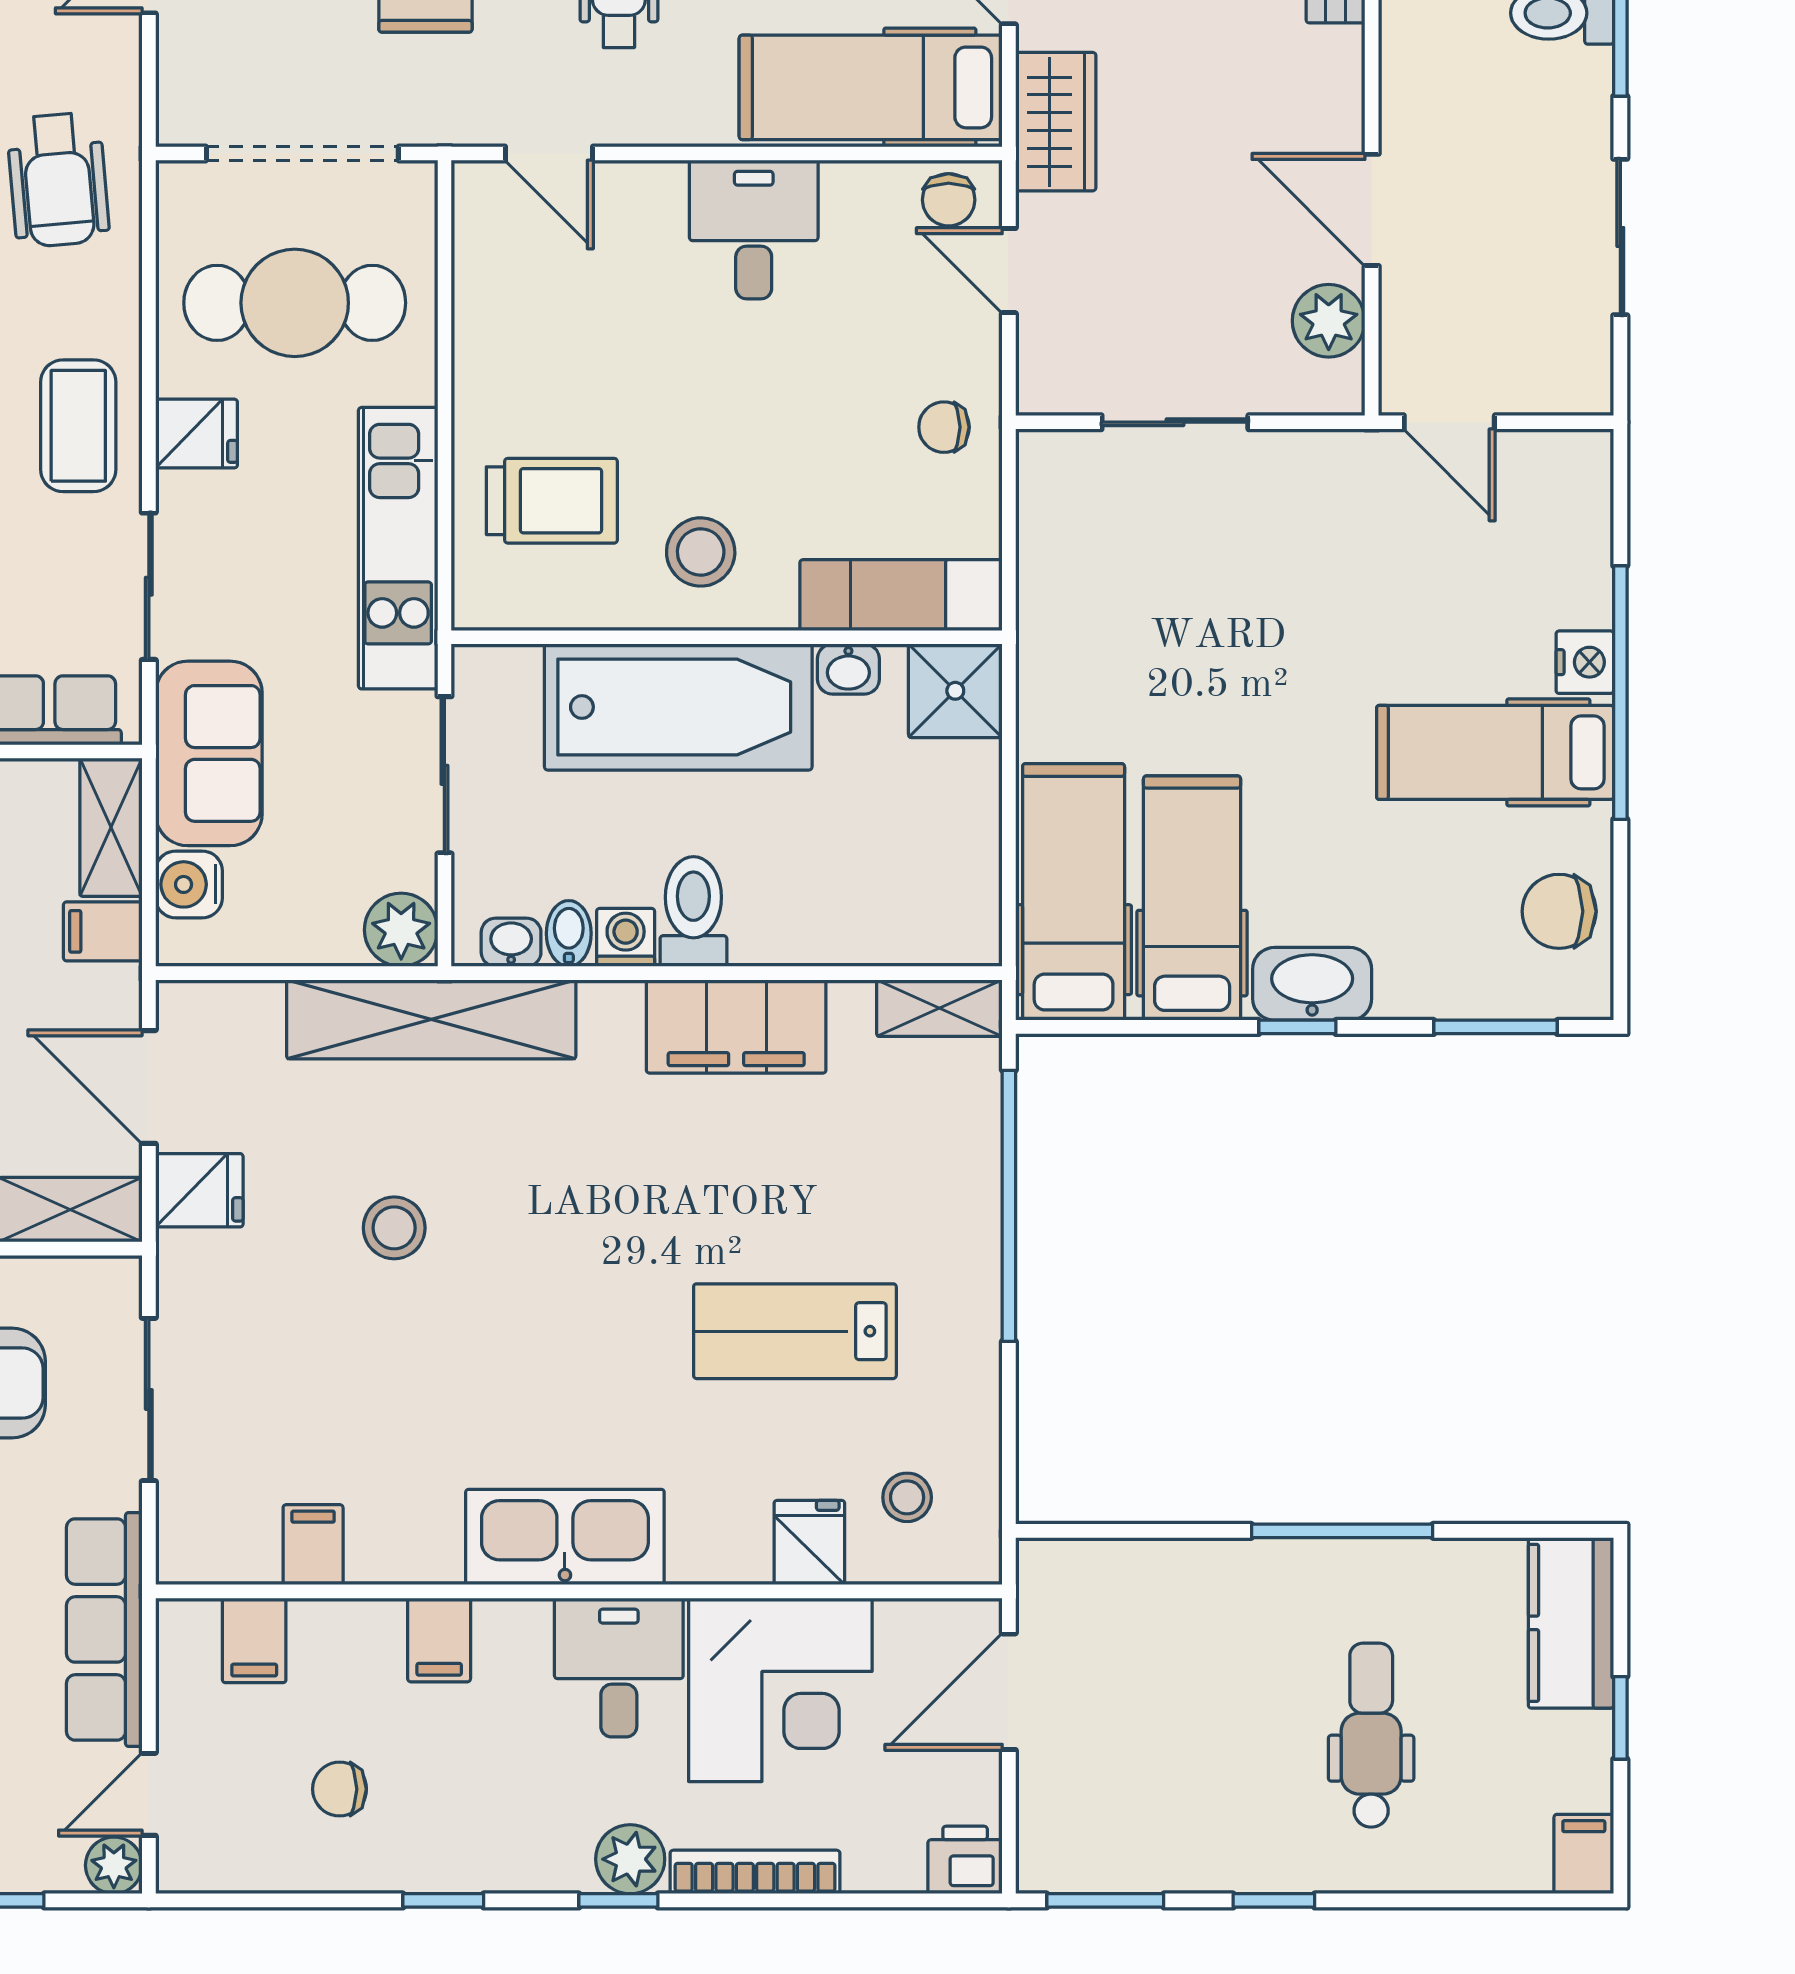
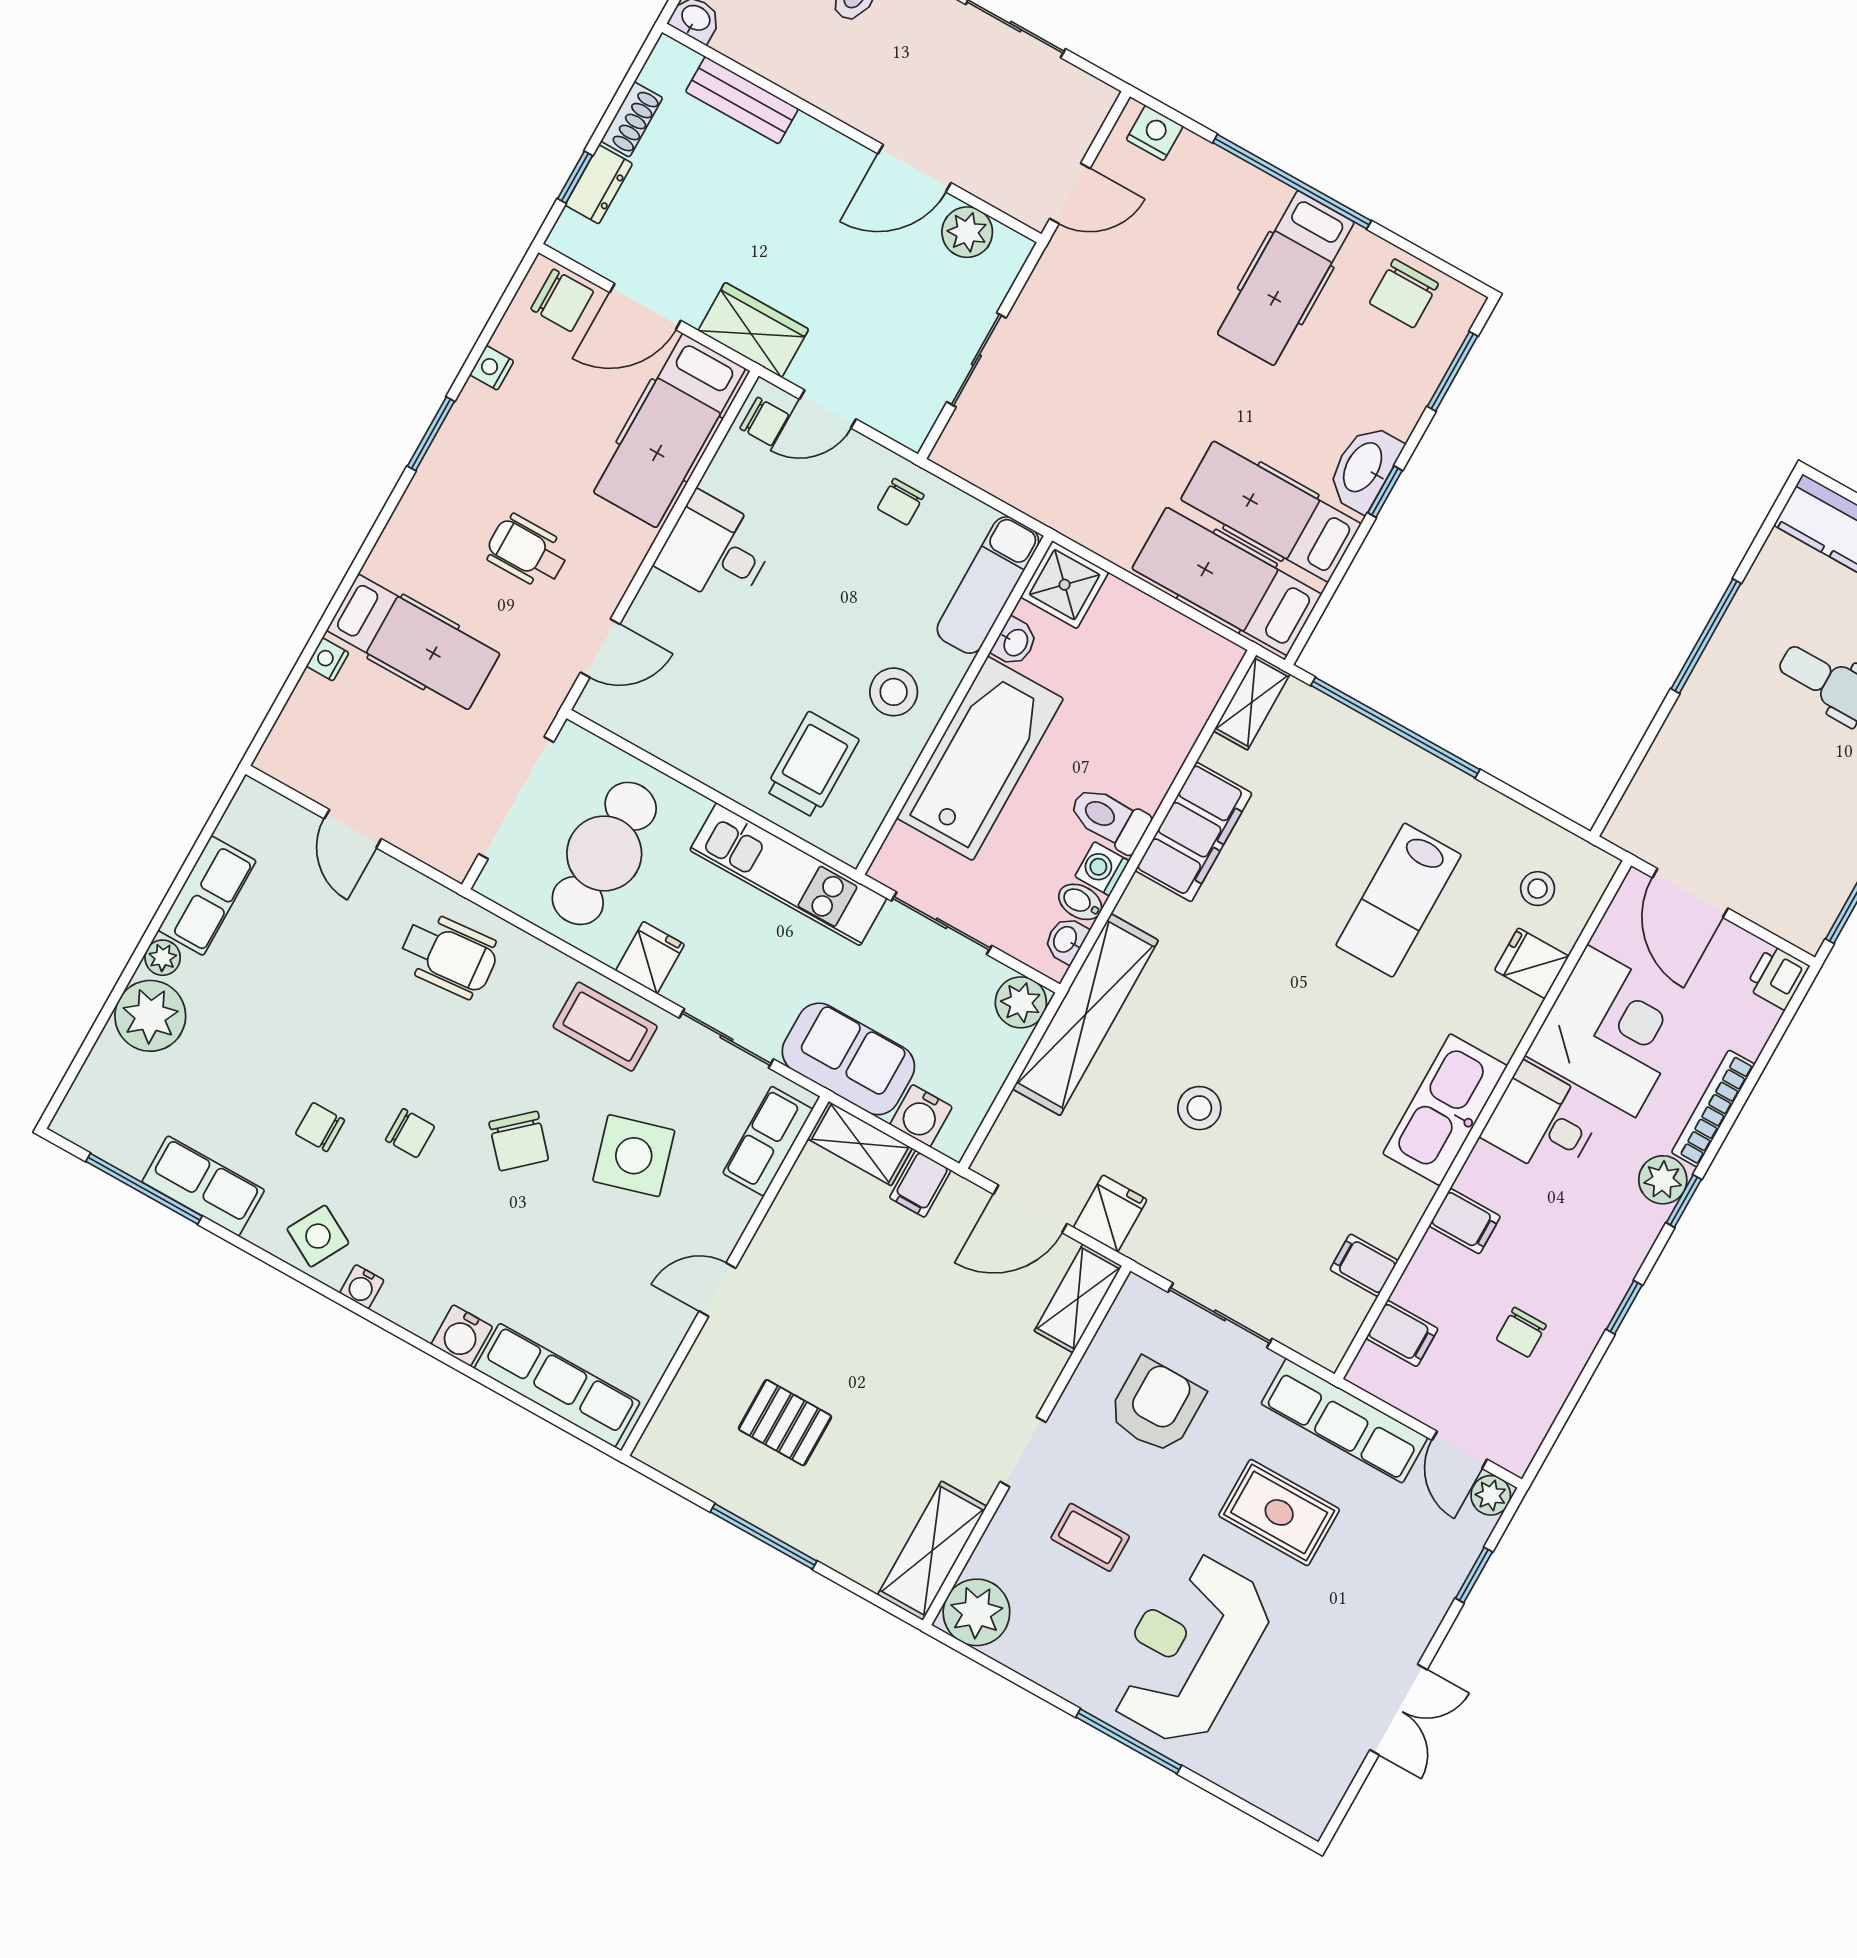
nightstand: (1585, 662) -> (1155, 133), moved

